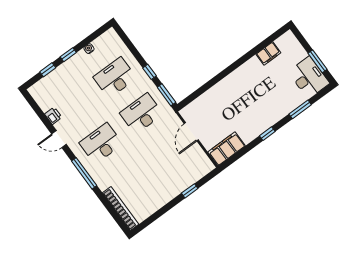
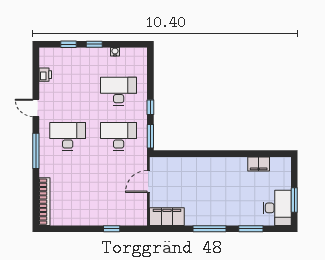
printer: (53, 116) -> (45, 75), moved
window: (267, 134) -> (209, 229), width x2.17

